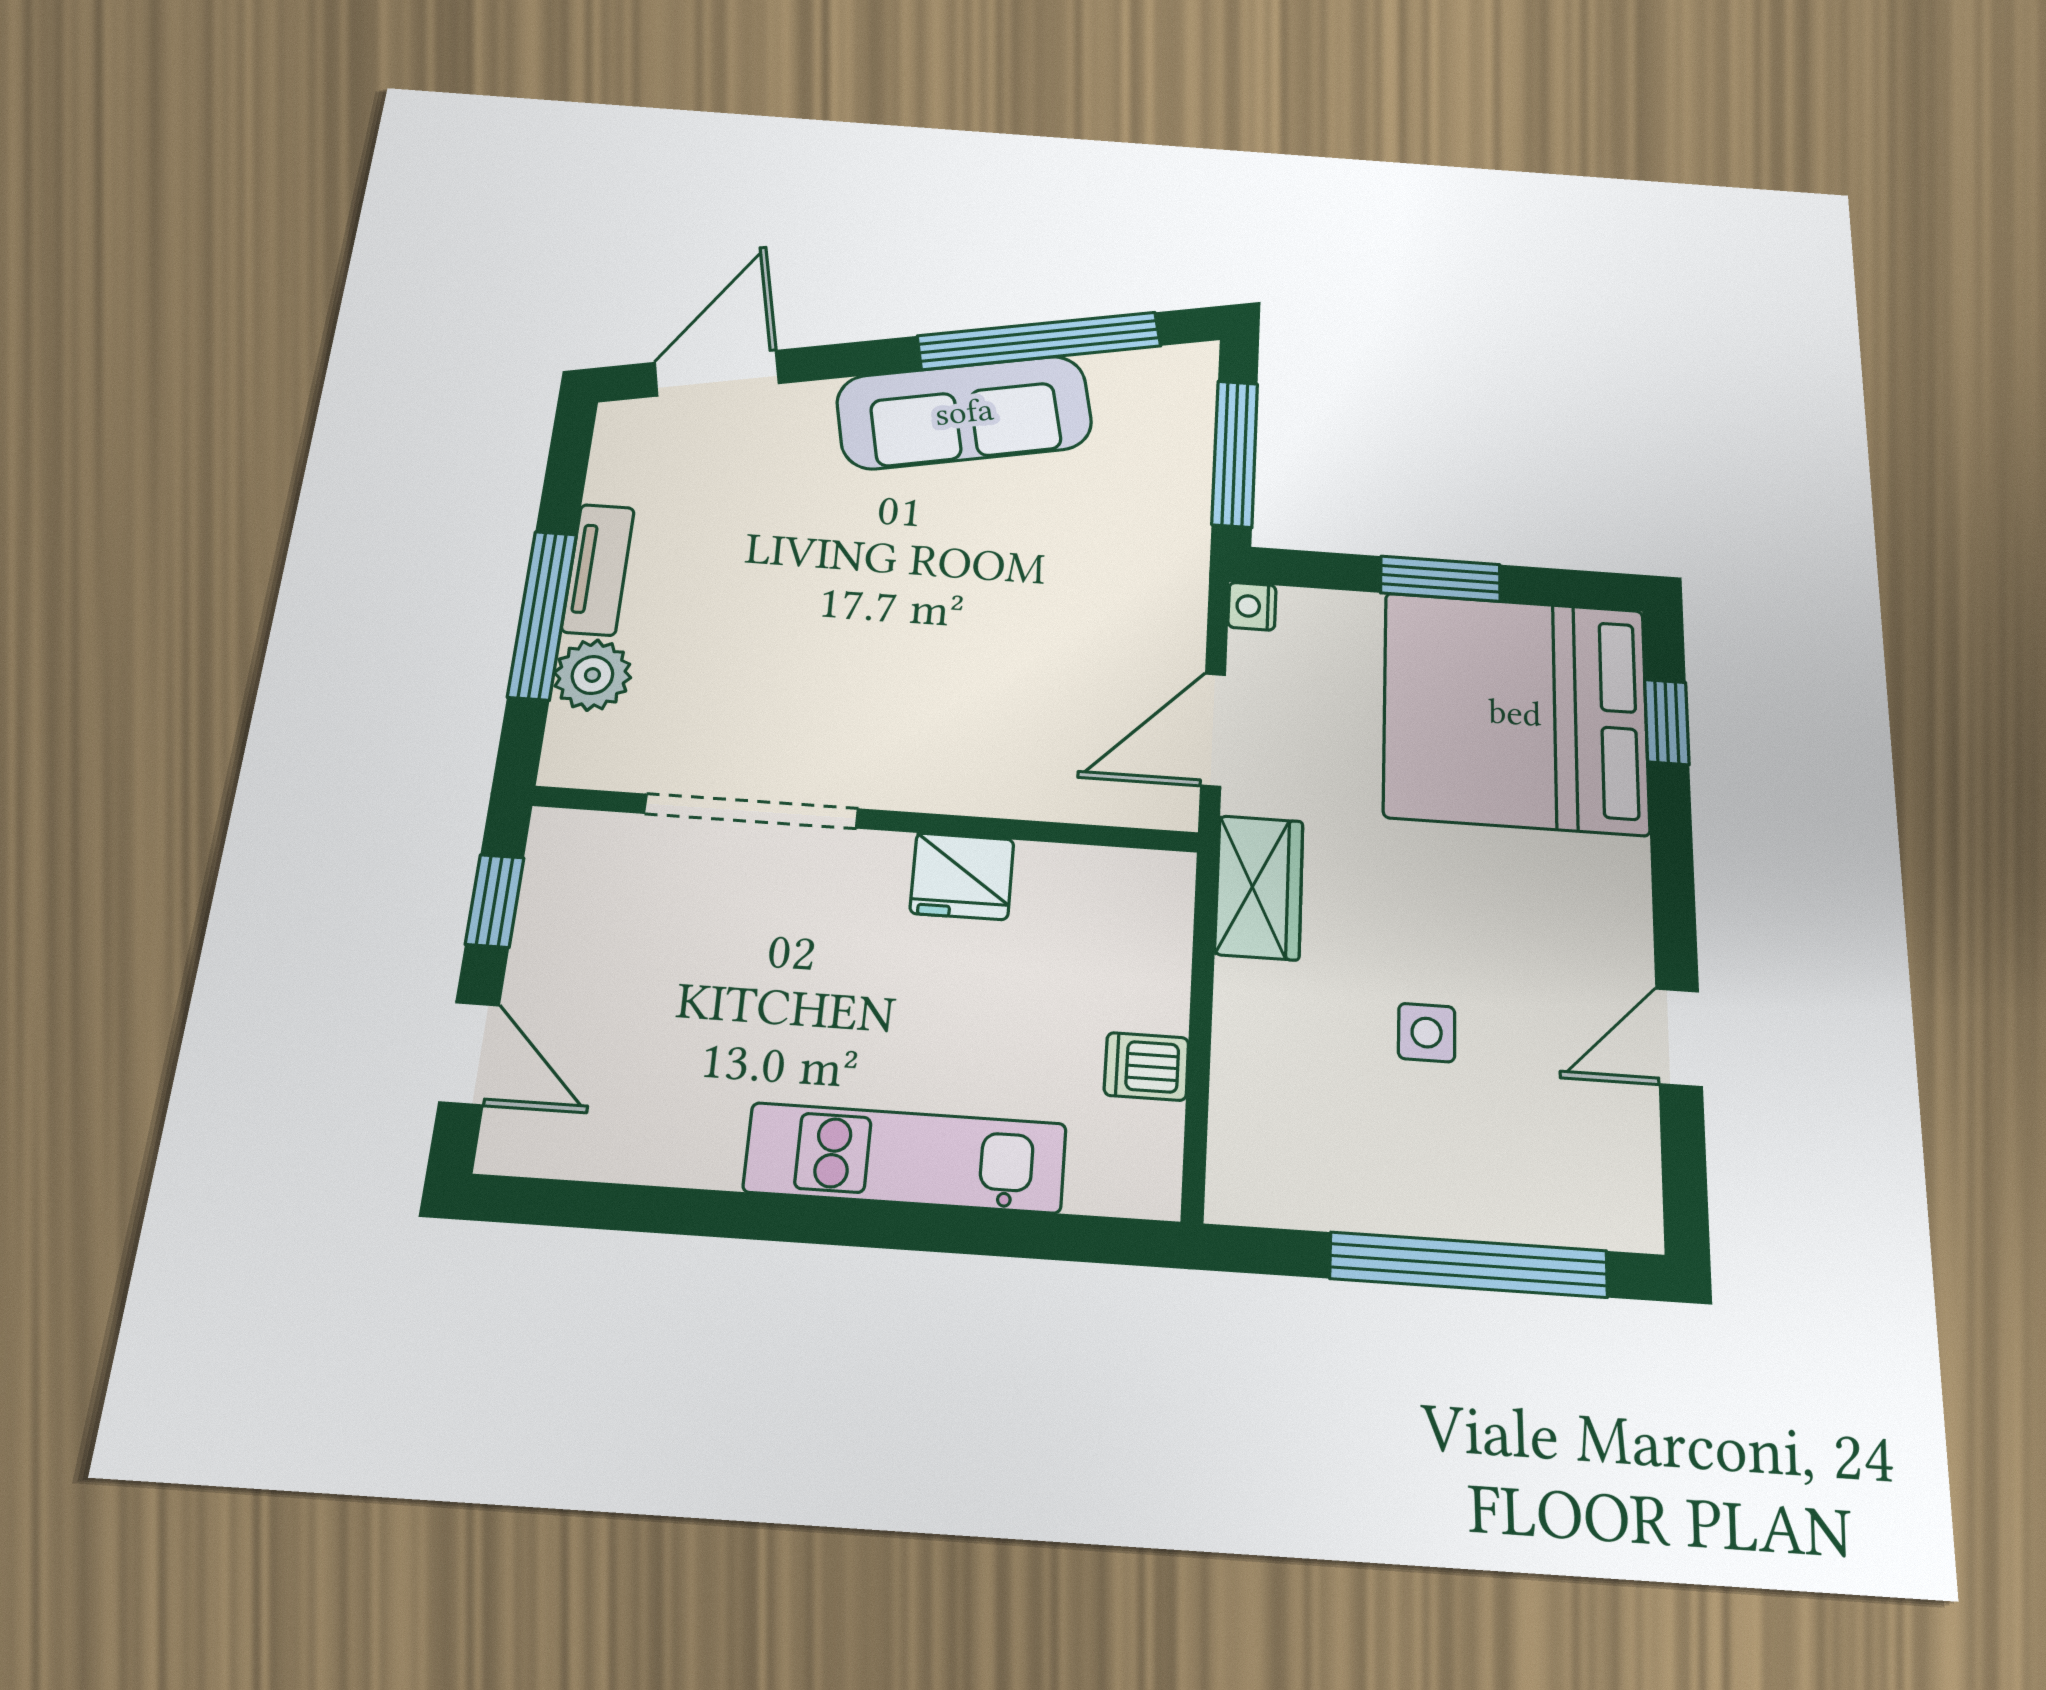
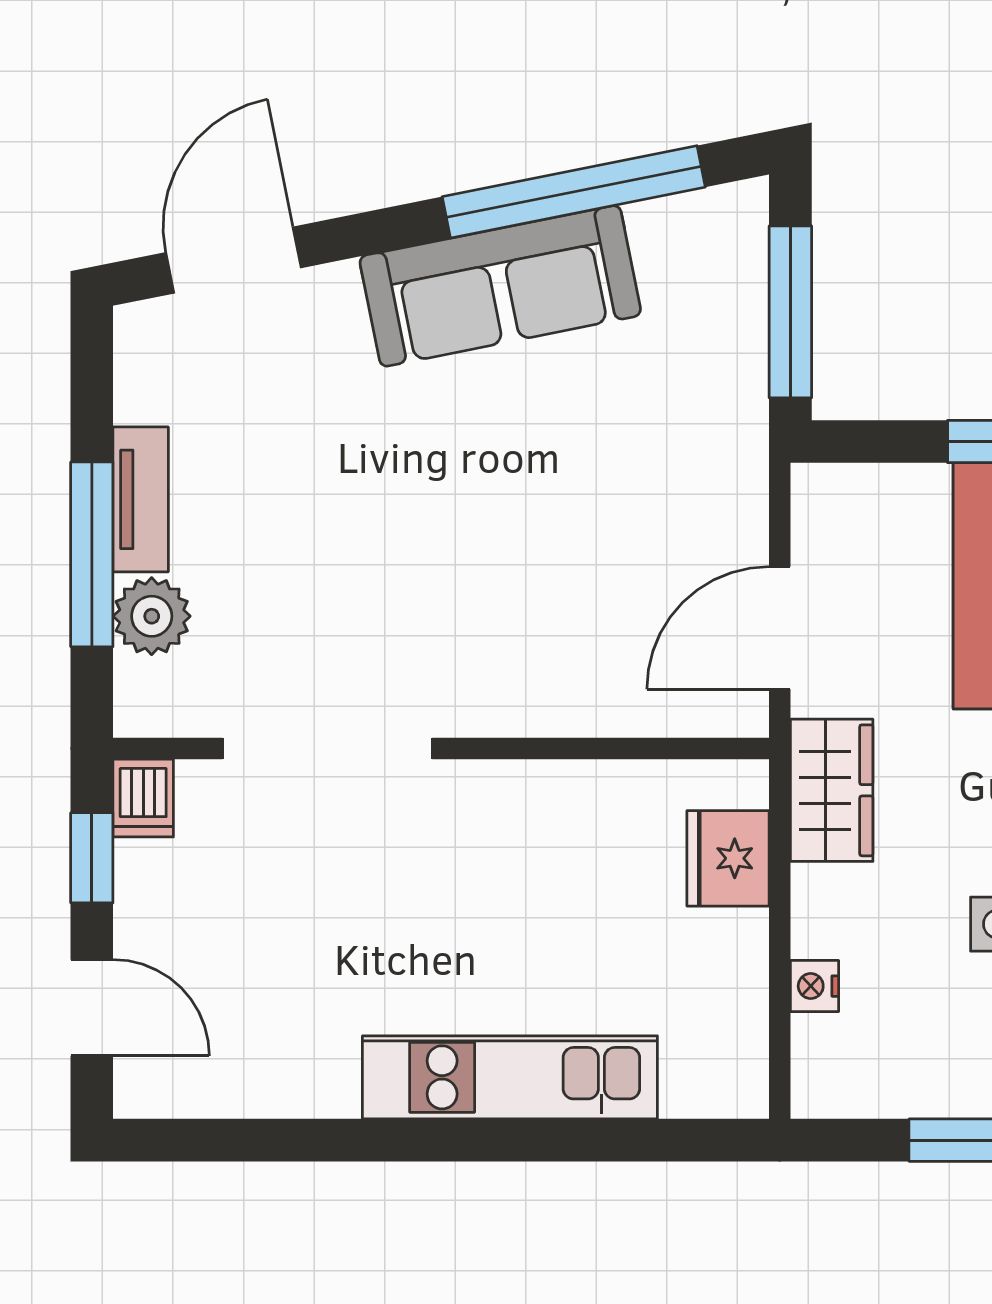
nightstand: (1252, 606) -> (815, 986), moved
fridge: (962, 876) -> (728, 858), moved, turned 90
dishwasher: (1147, 1067) -> (143, 798), moved, turned -90

